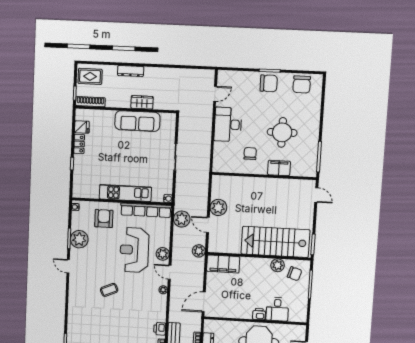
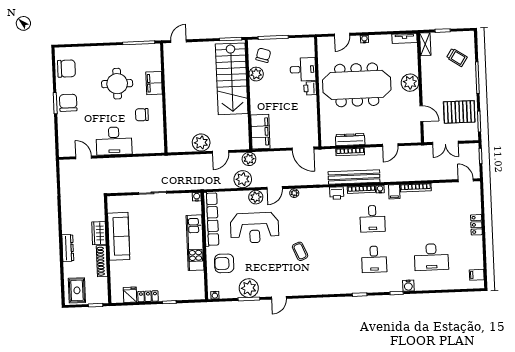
shoe rack: (90, 102) -> (102, 261), moved
plant: (182, 219) -> (243, 179), moved

